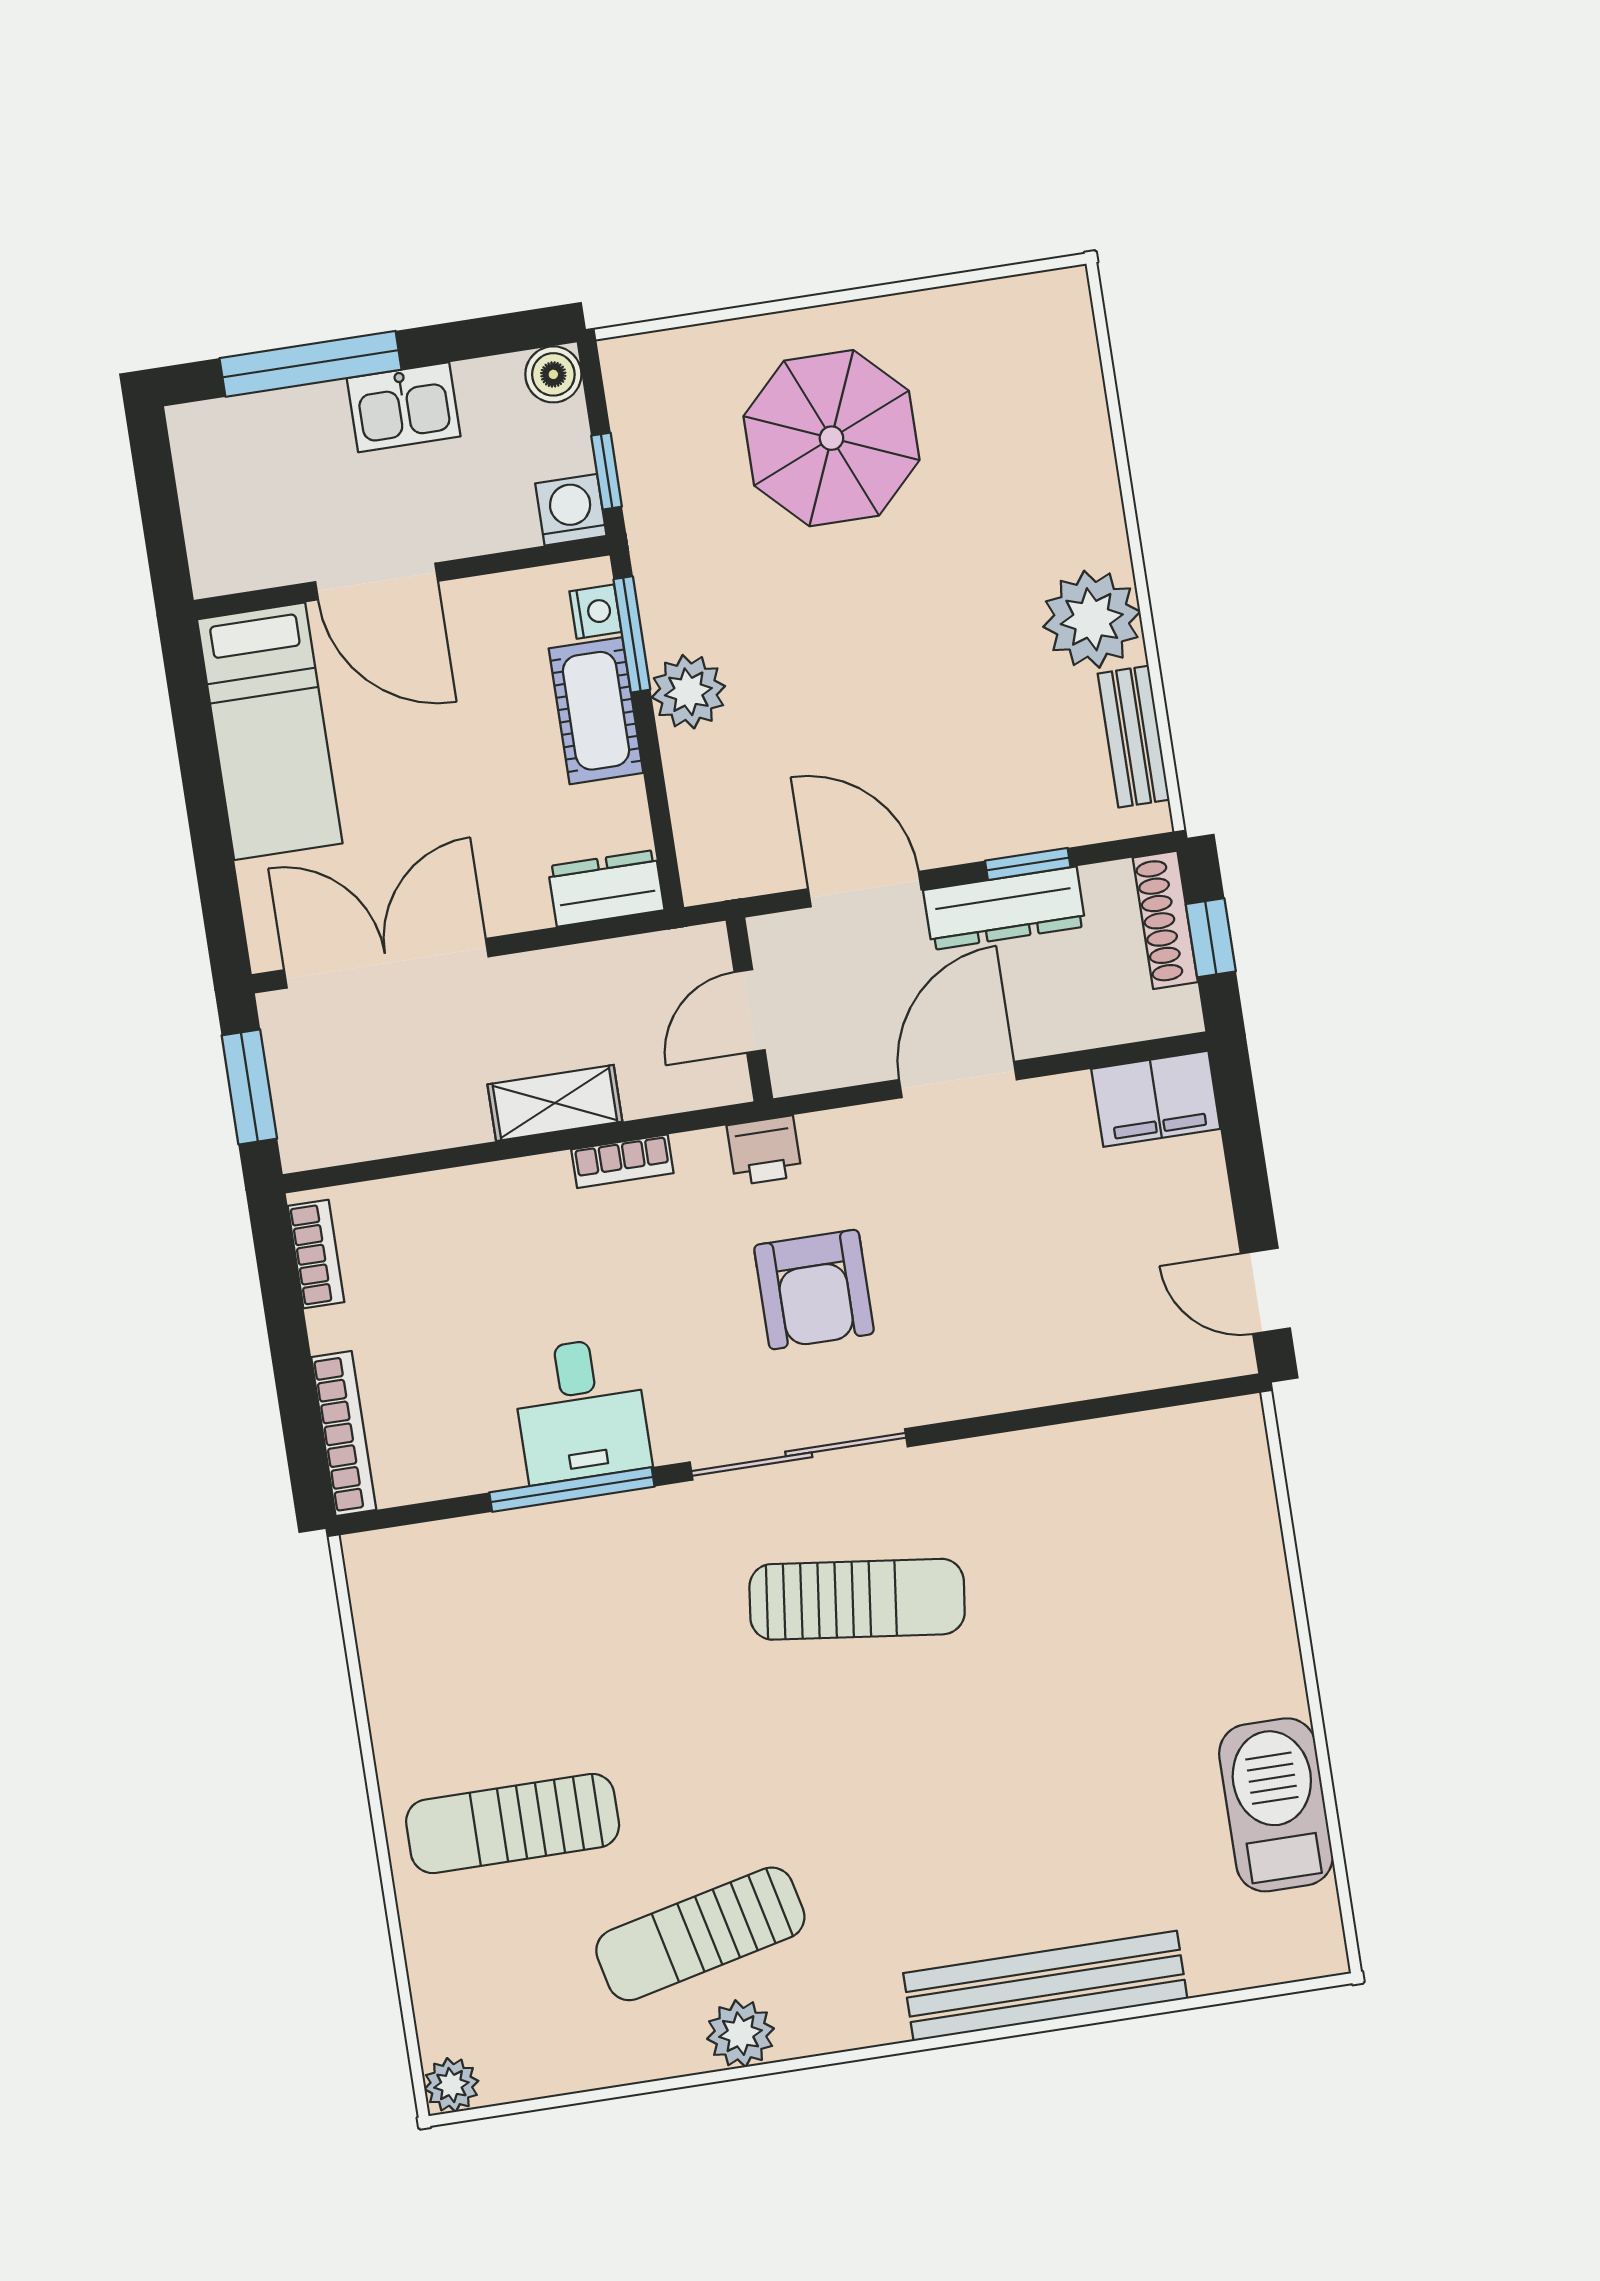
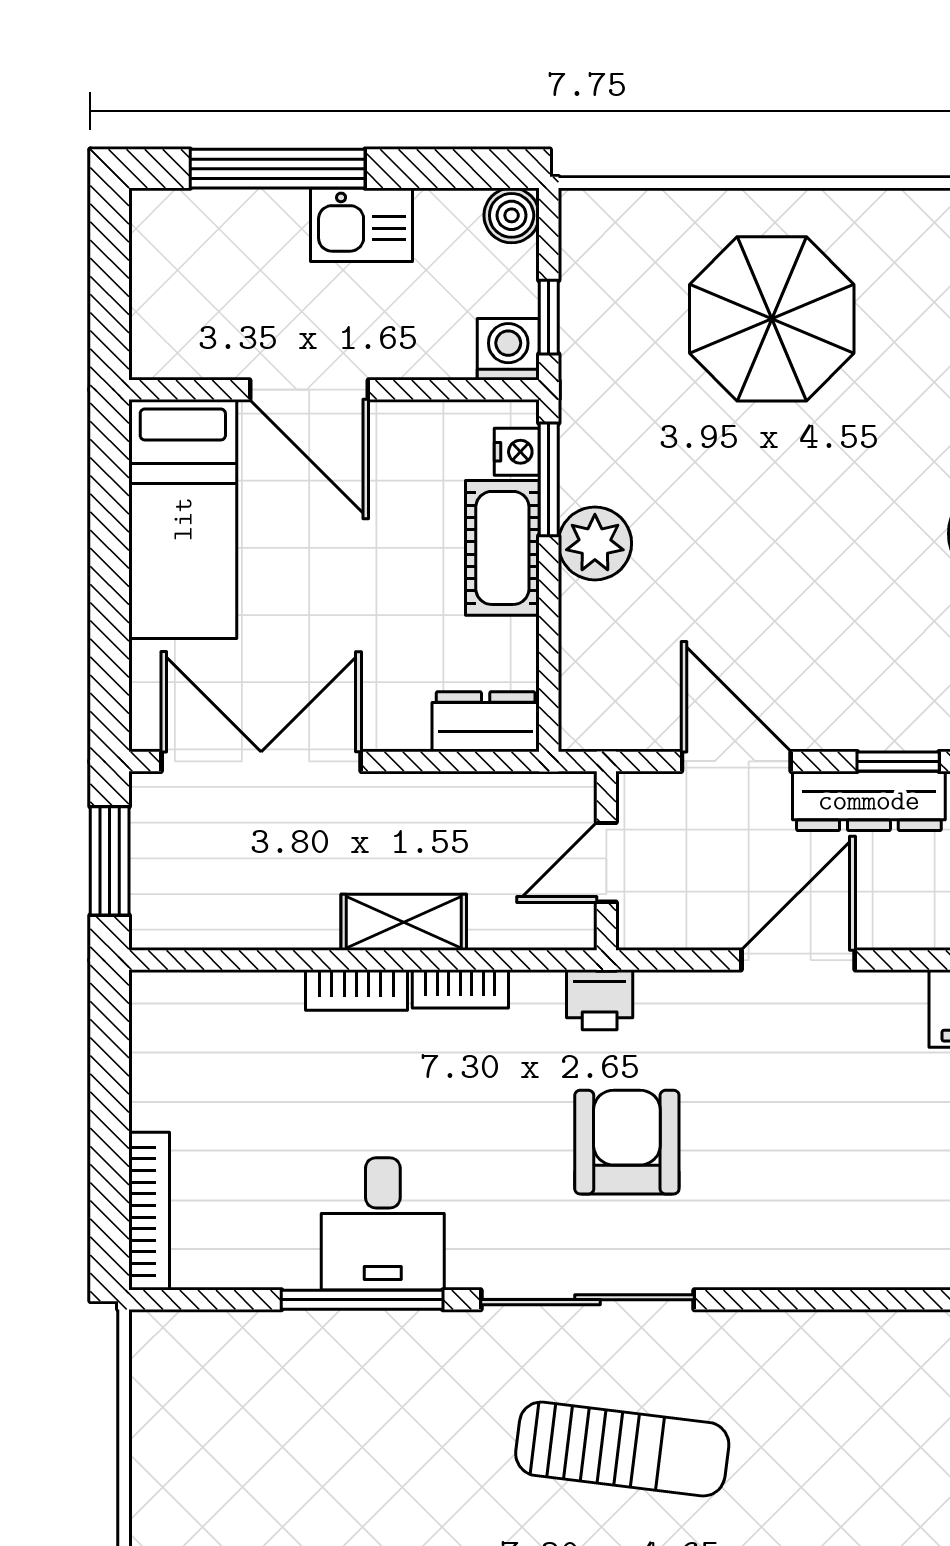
bookcase: (316, 1254) -> (356, 990), moved, turned 90
armchair: (814, 1290) -> (627, 1142), turned 180

